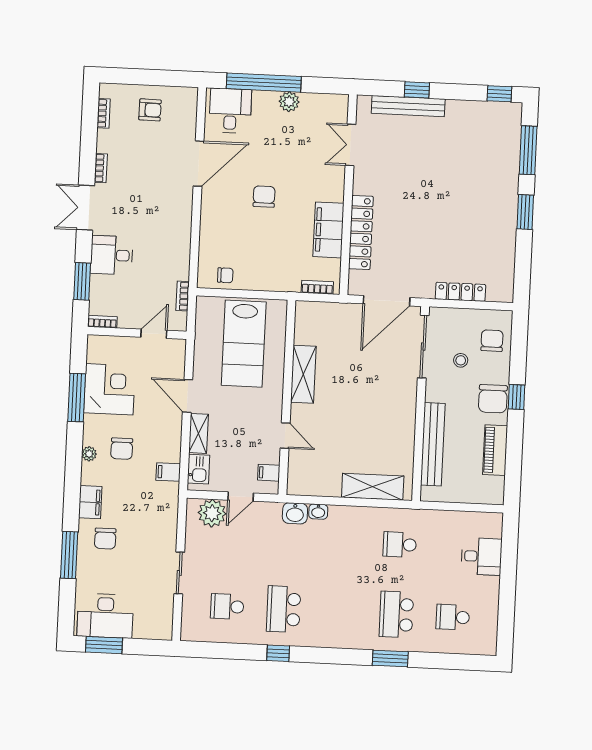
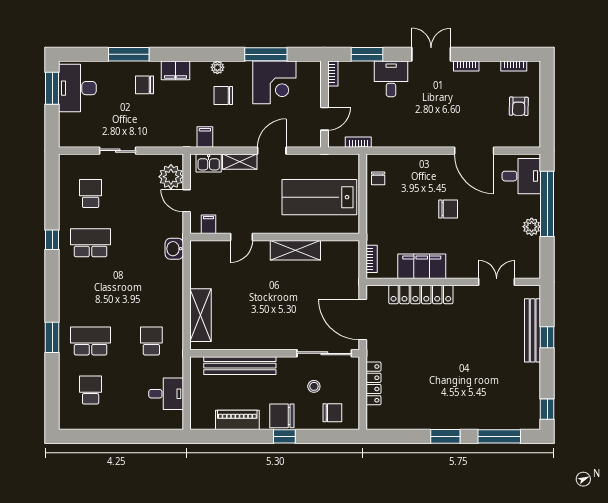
door: (154, 334) -> (324, 119), hinge flipped
washbasin: (318, 512) -> (177, 269), removed
desk: (481, 556) -> (166, 394), moved, turned -90

